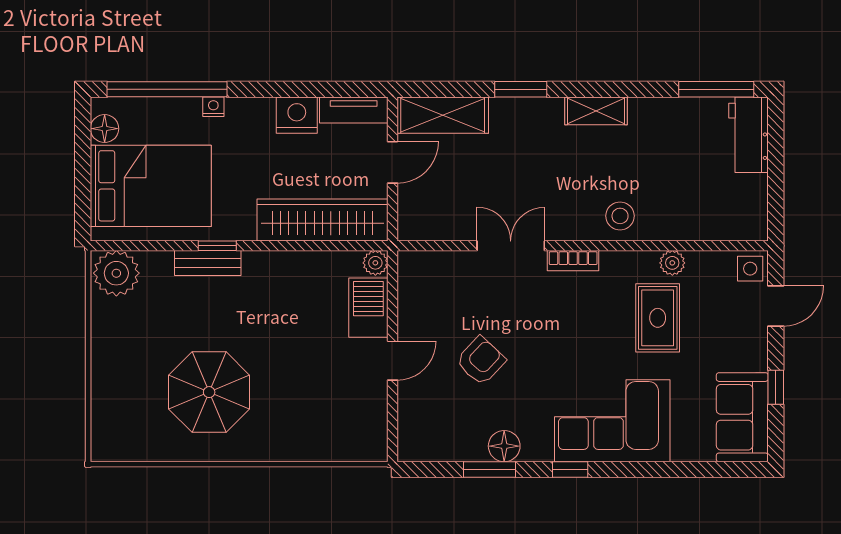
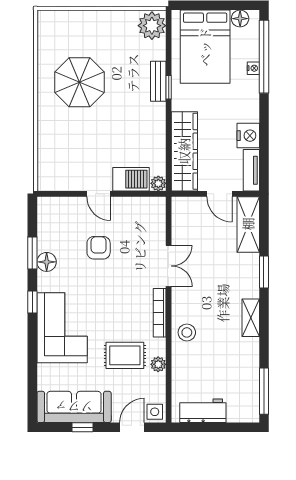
nightstand: (213, 107) -> (253, 68), moved
workbench: (748, 135) -> (203, 411), moved
bookcase: (573, 261) -> (160, 313), width x1.56
door: (776, 306) -> (132, 427), swing flipped
armchair: (481, 361) -> (99, 248), turned -133
sofa: (742, 417) -> (74, 407), width x1.36

